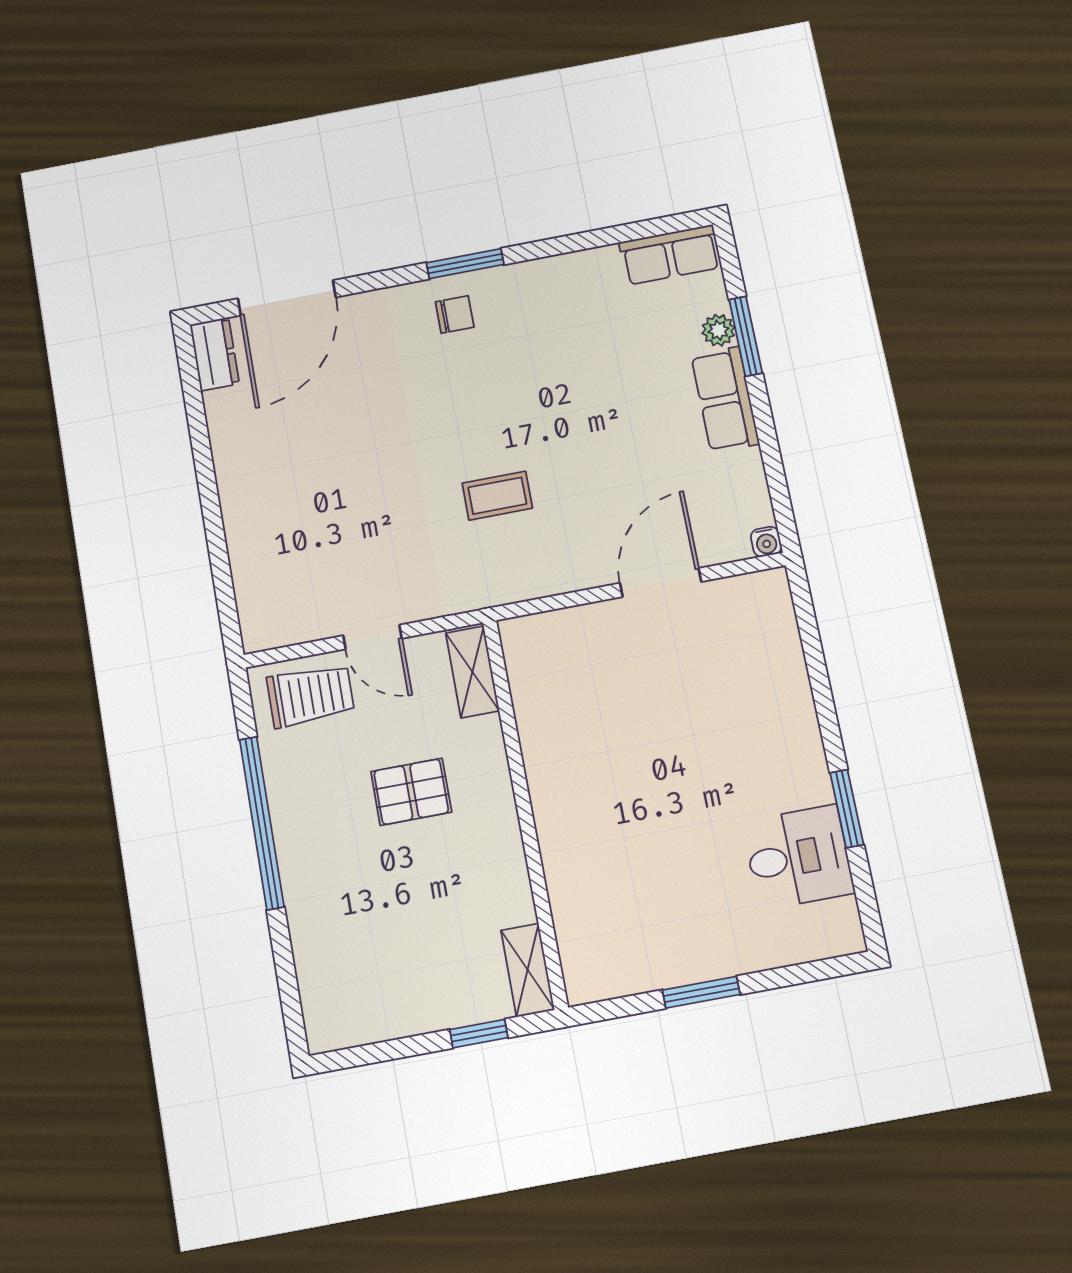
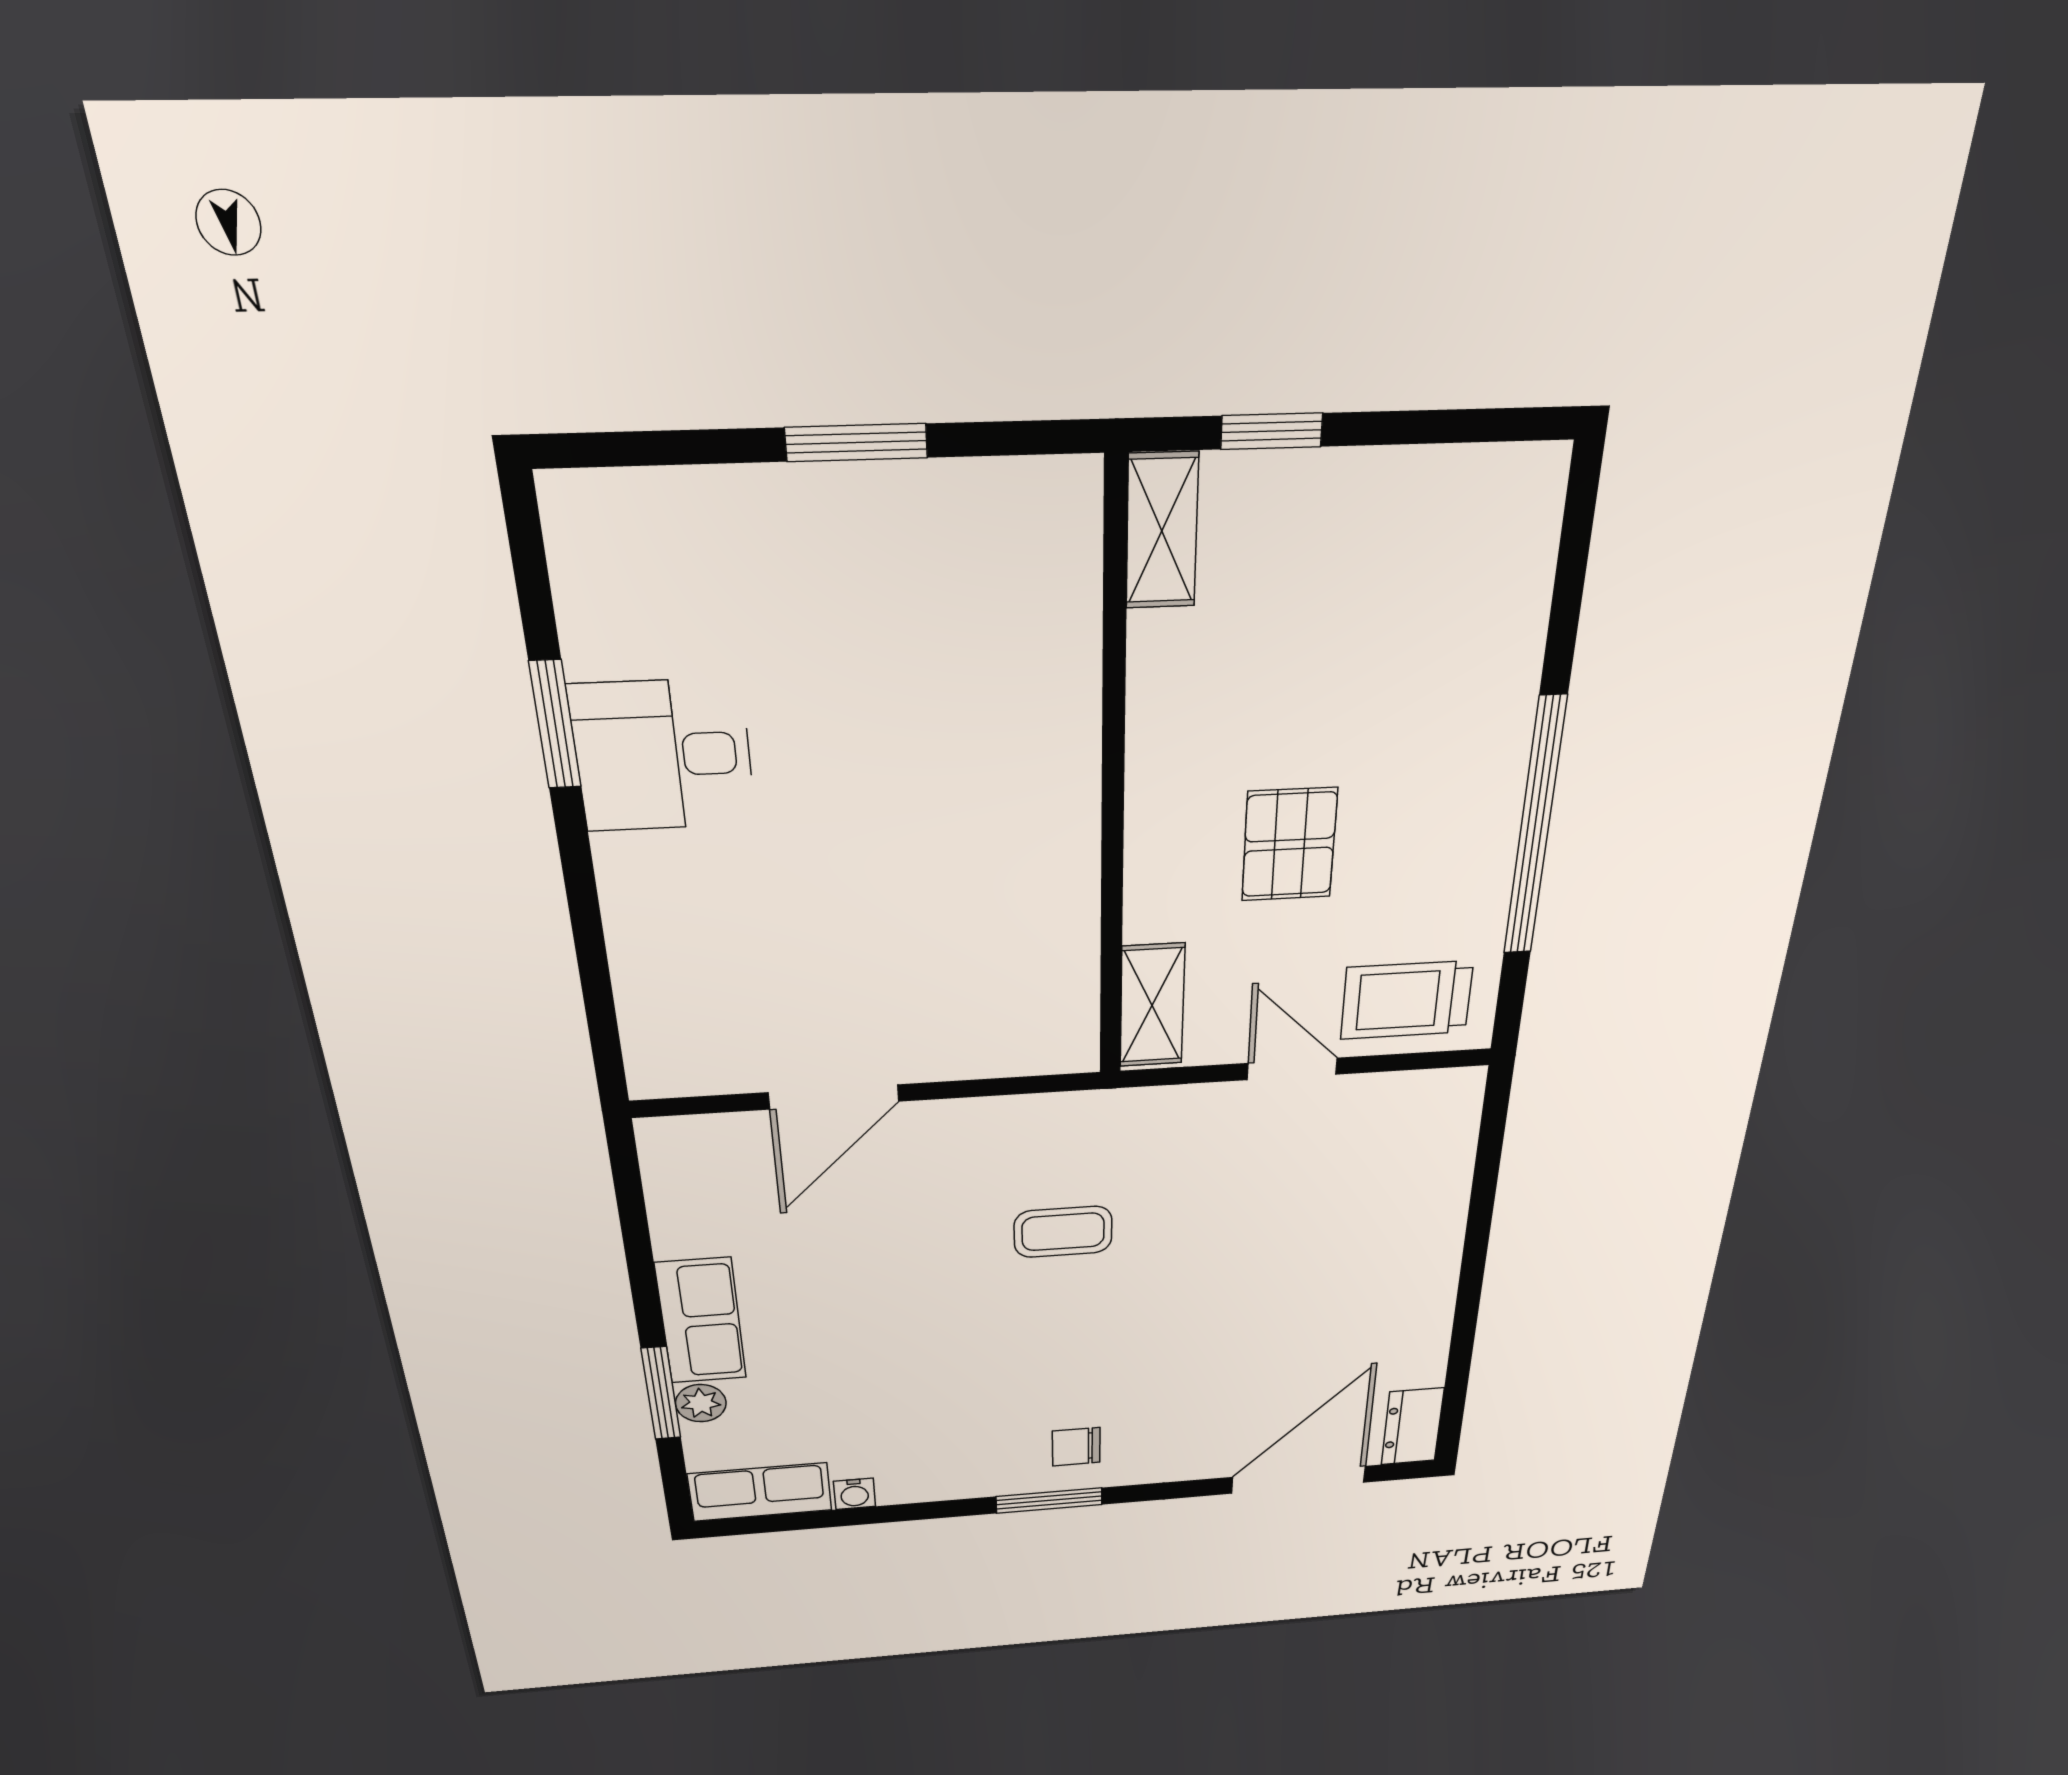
water cooler: (766, 542) -> (854, 1494), moved, turned 180
pallet: (411, 792) -> (1289, 845), turned 90
desk: (798, 857) -> (663, 755), moved

